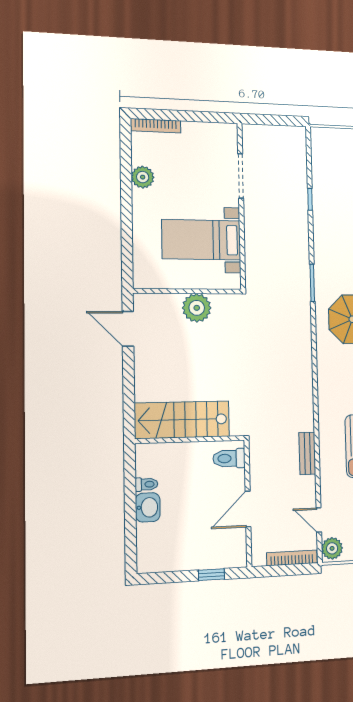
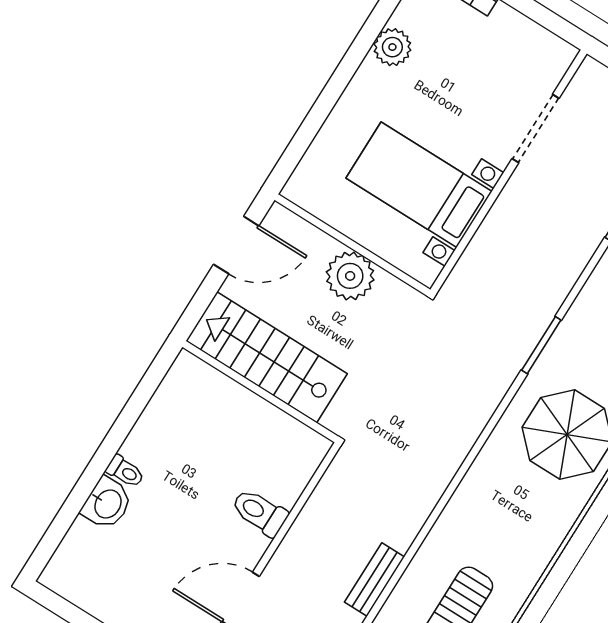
door: (128, 329) -> (236, 245), swing flipped
stairs: (182, 420) -> (267, 357), moved
wall: (190, 440) -> (260, 392), moved

